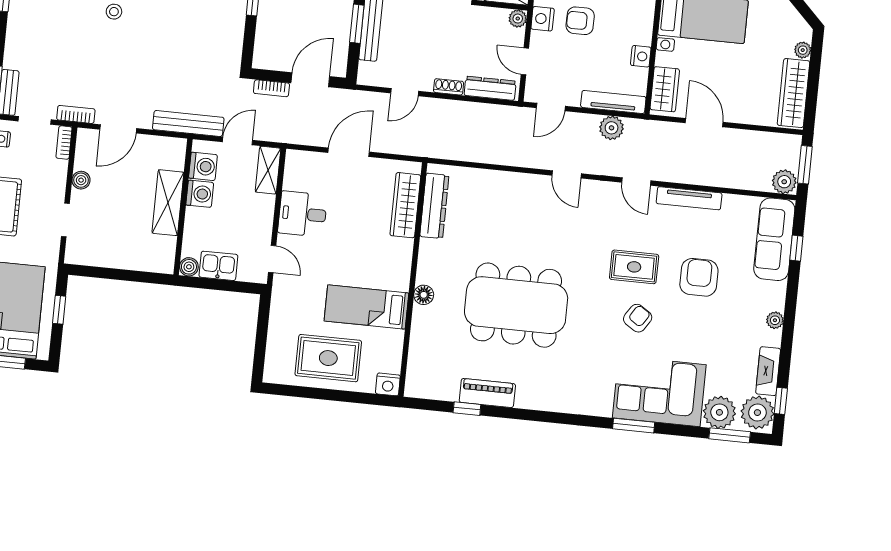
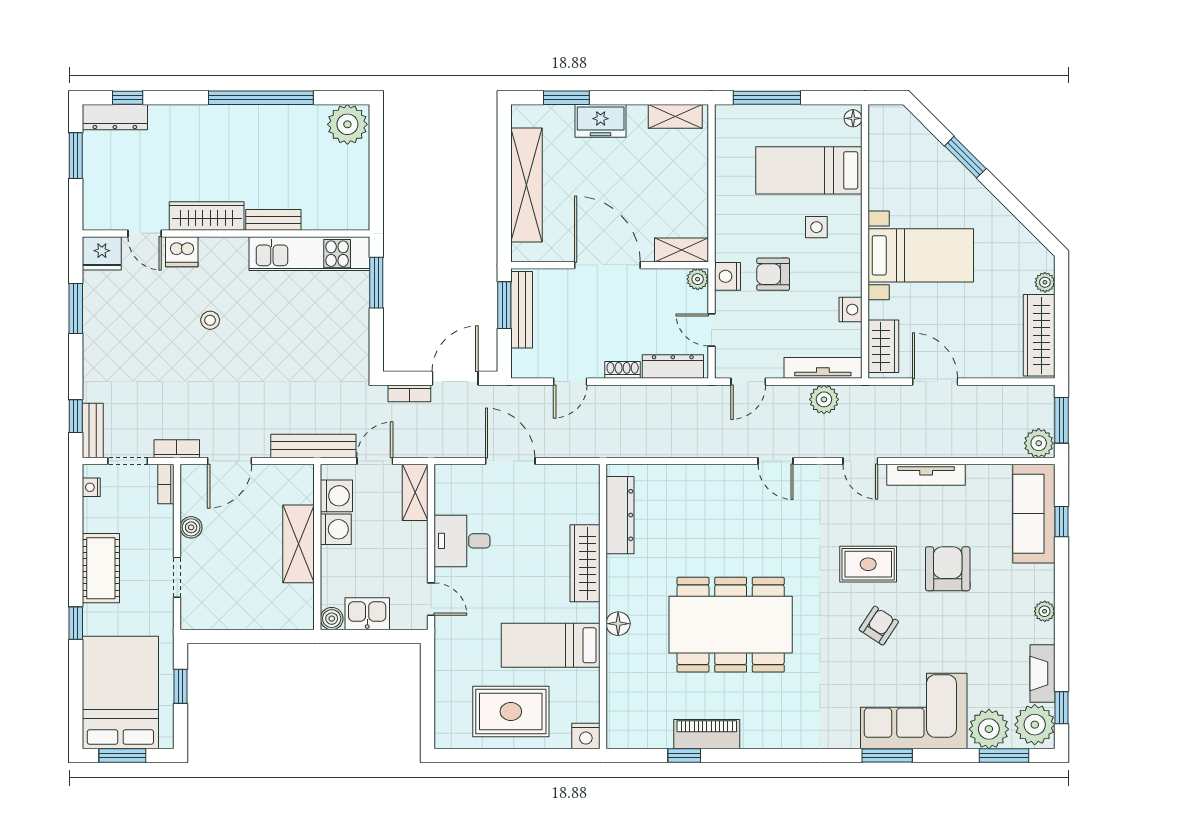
door: (349, 152) -> (510, 461), hinge flipped
wardrobe: (405, 205) -> (585, 563), moved

